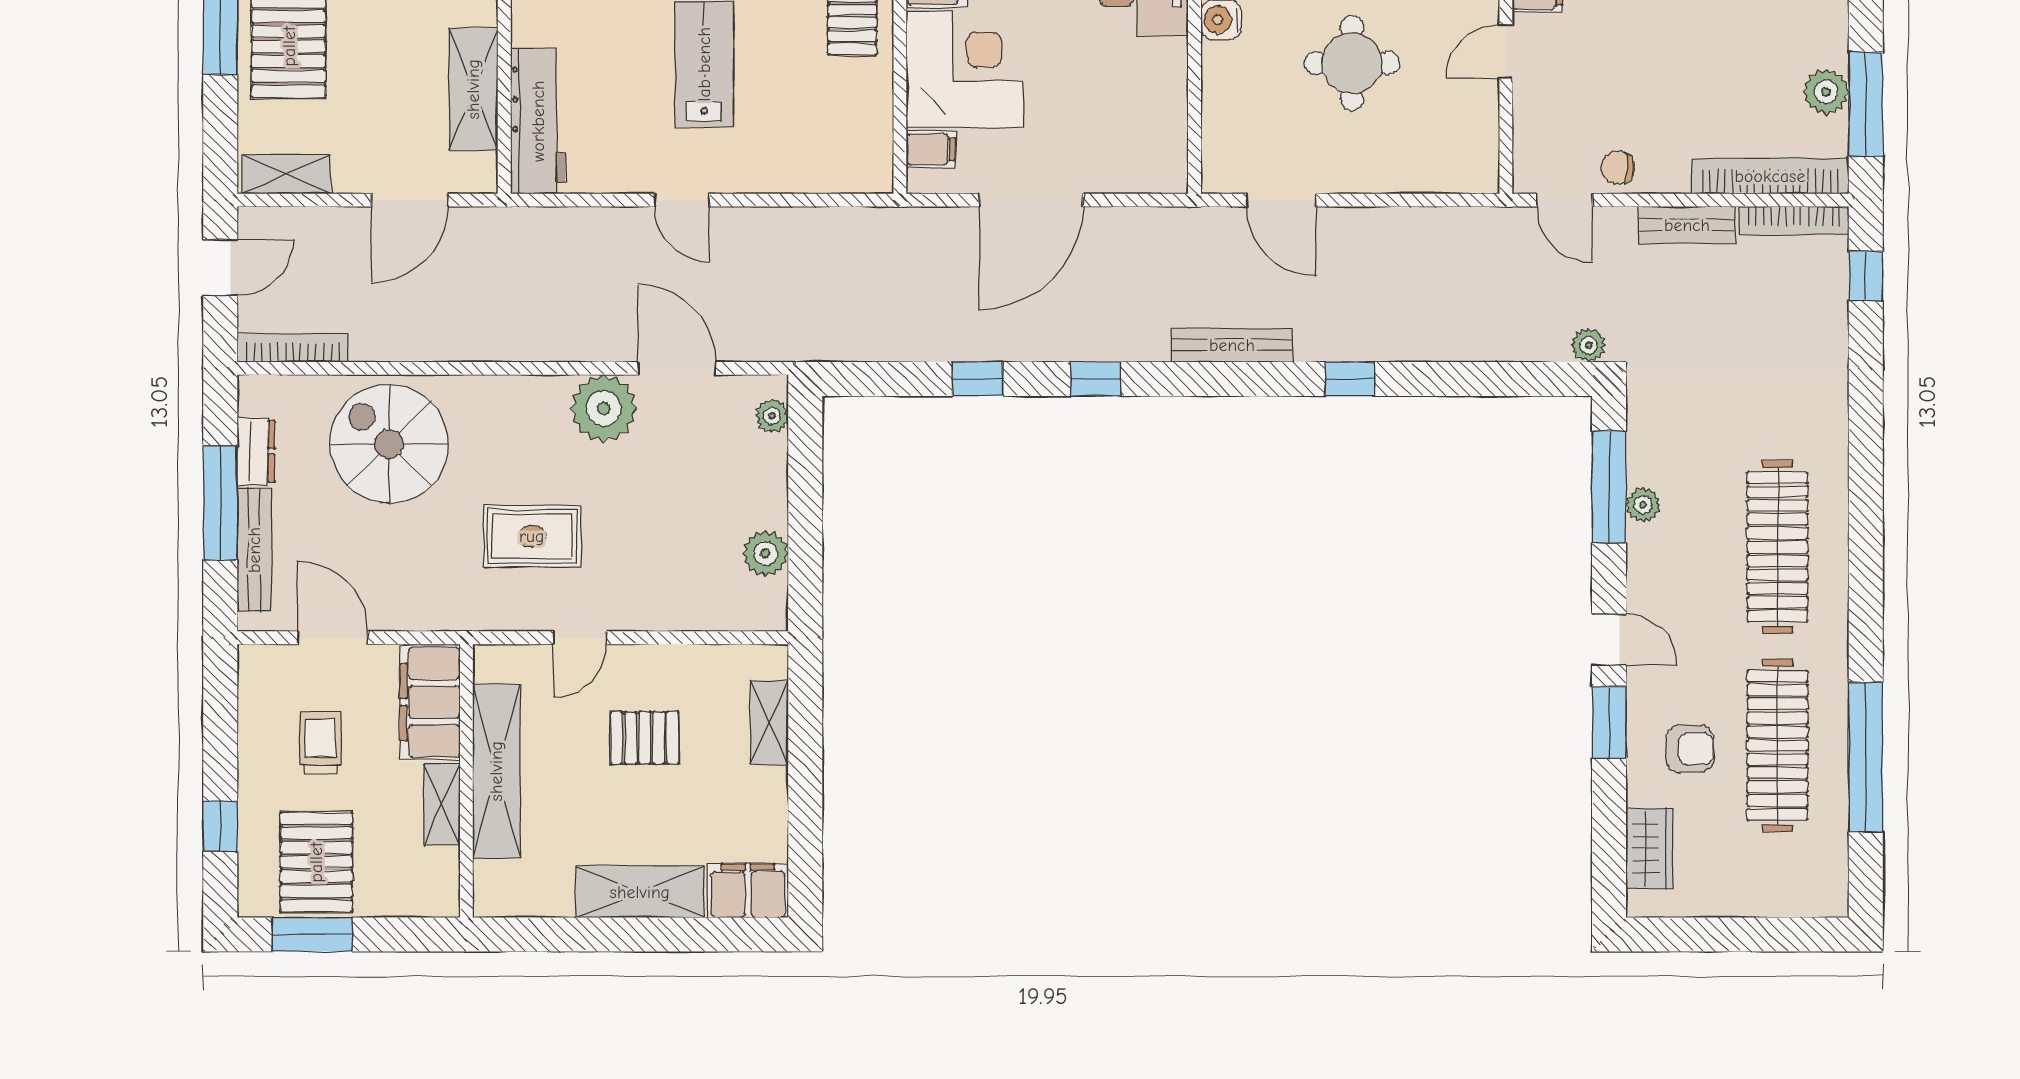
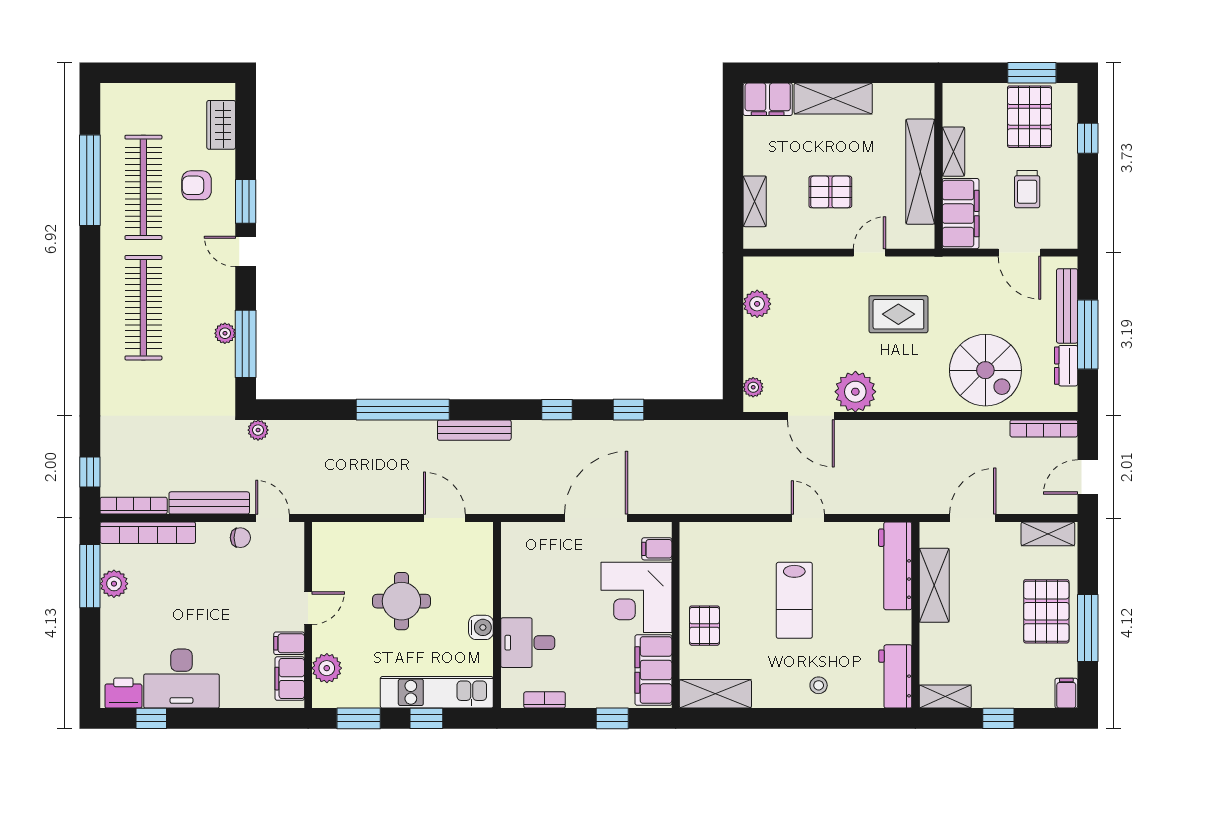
bench: (1687, 225) -> (209, 503), width x1.36
window: (1350, 379) -> (403, 410), width x3.17

